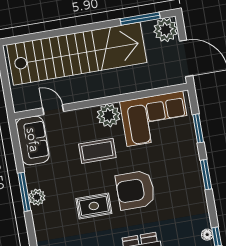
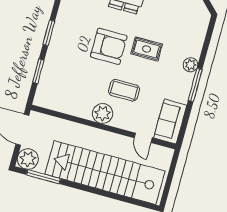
corner sofa: (155, 119) -> (68, 94), removed
plant: (37, 197) -> (190, 65), moved

